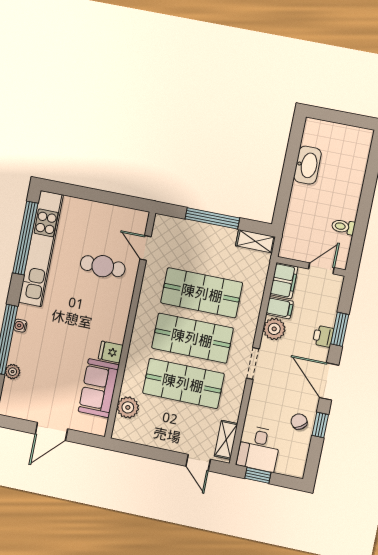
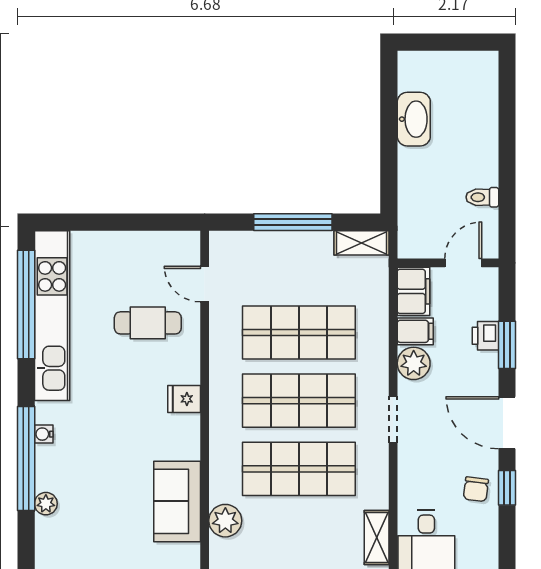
printer: (323, 336) -> (485, 336), moved
fridge: (111, 352) -> (184, 399), moved
chair: (299, 422) -> (476, 489), turned -140

